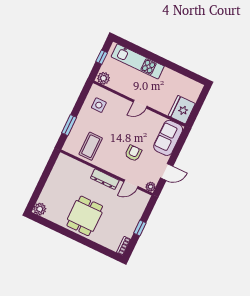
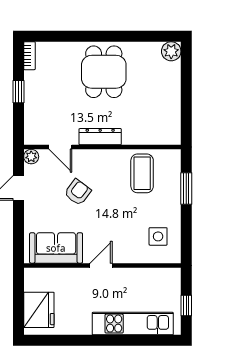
plant: (103, 78) -> (170, 277), removed
fridge: (182, 110) -> (39, 310), moved
sofa: (168, 138) -> (56, 248), moved, turned -90
armchair: (133, 153) -> (78, 192), turned -143
door: (131, 184) -> (60, 147), swing flipped

